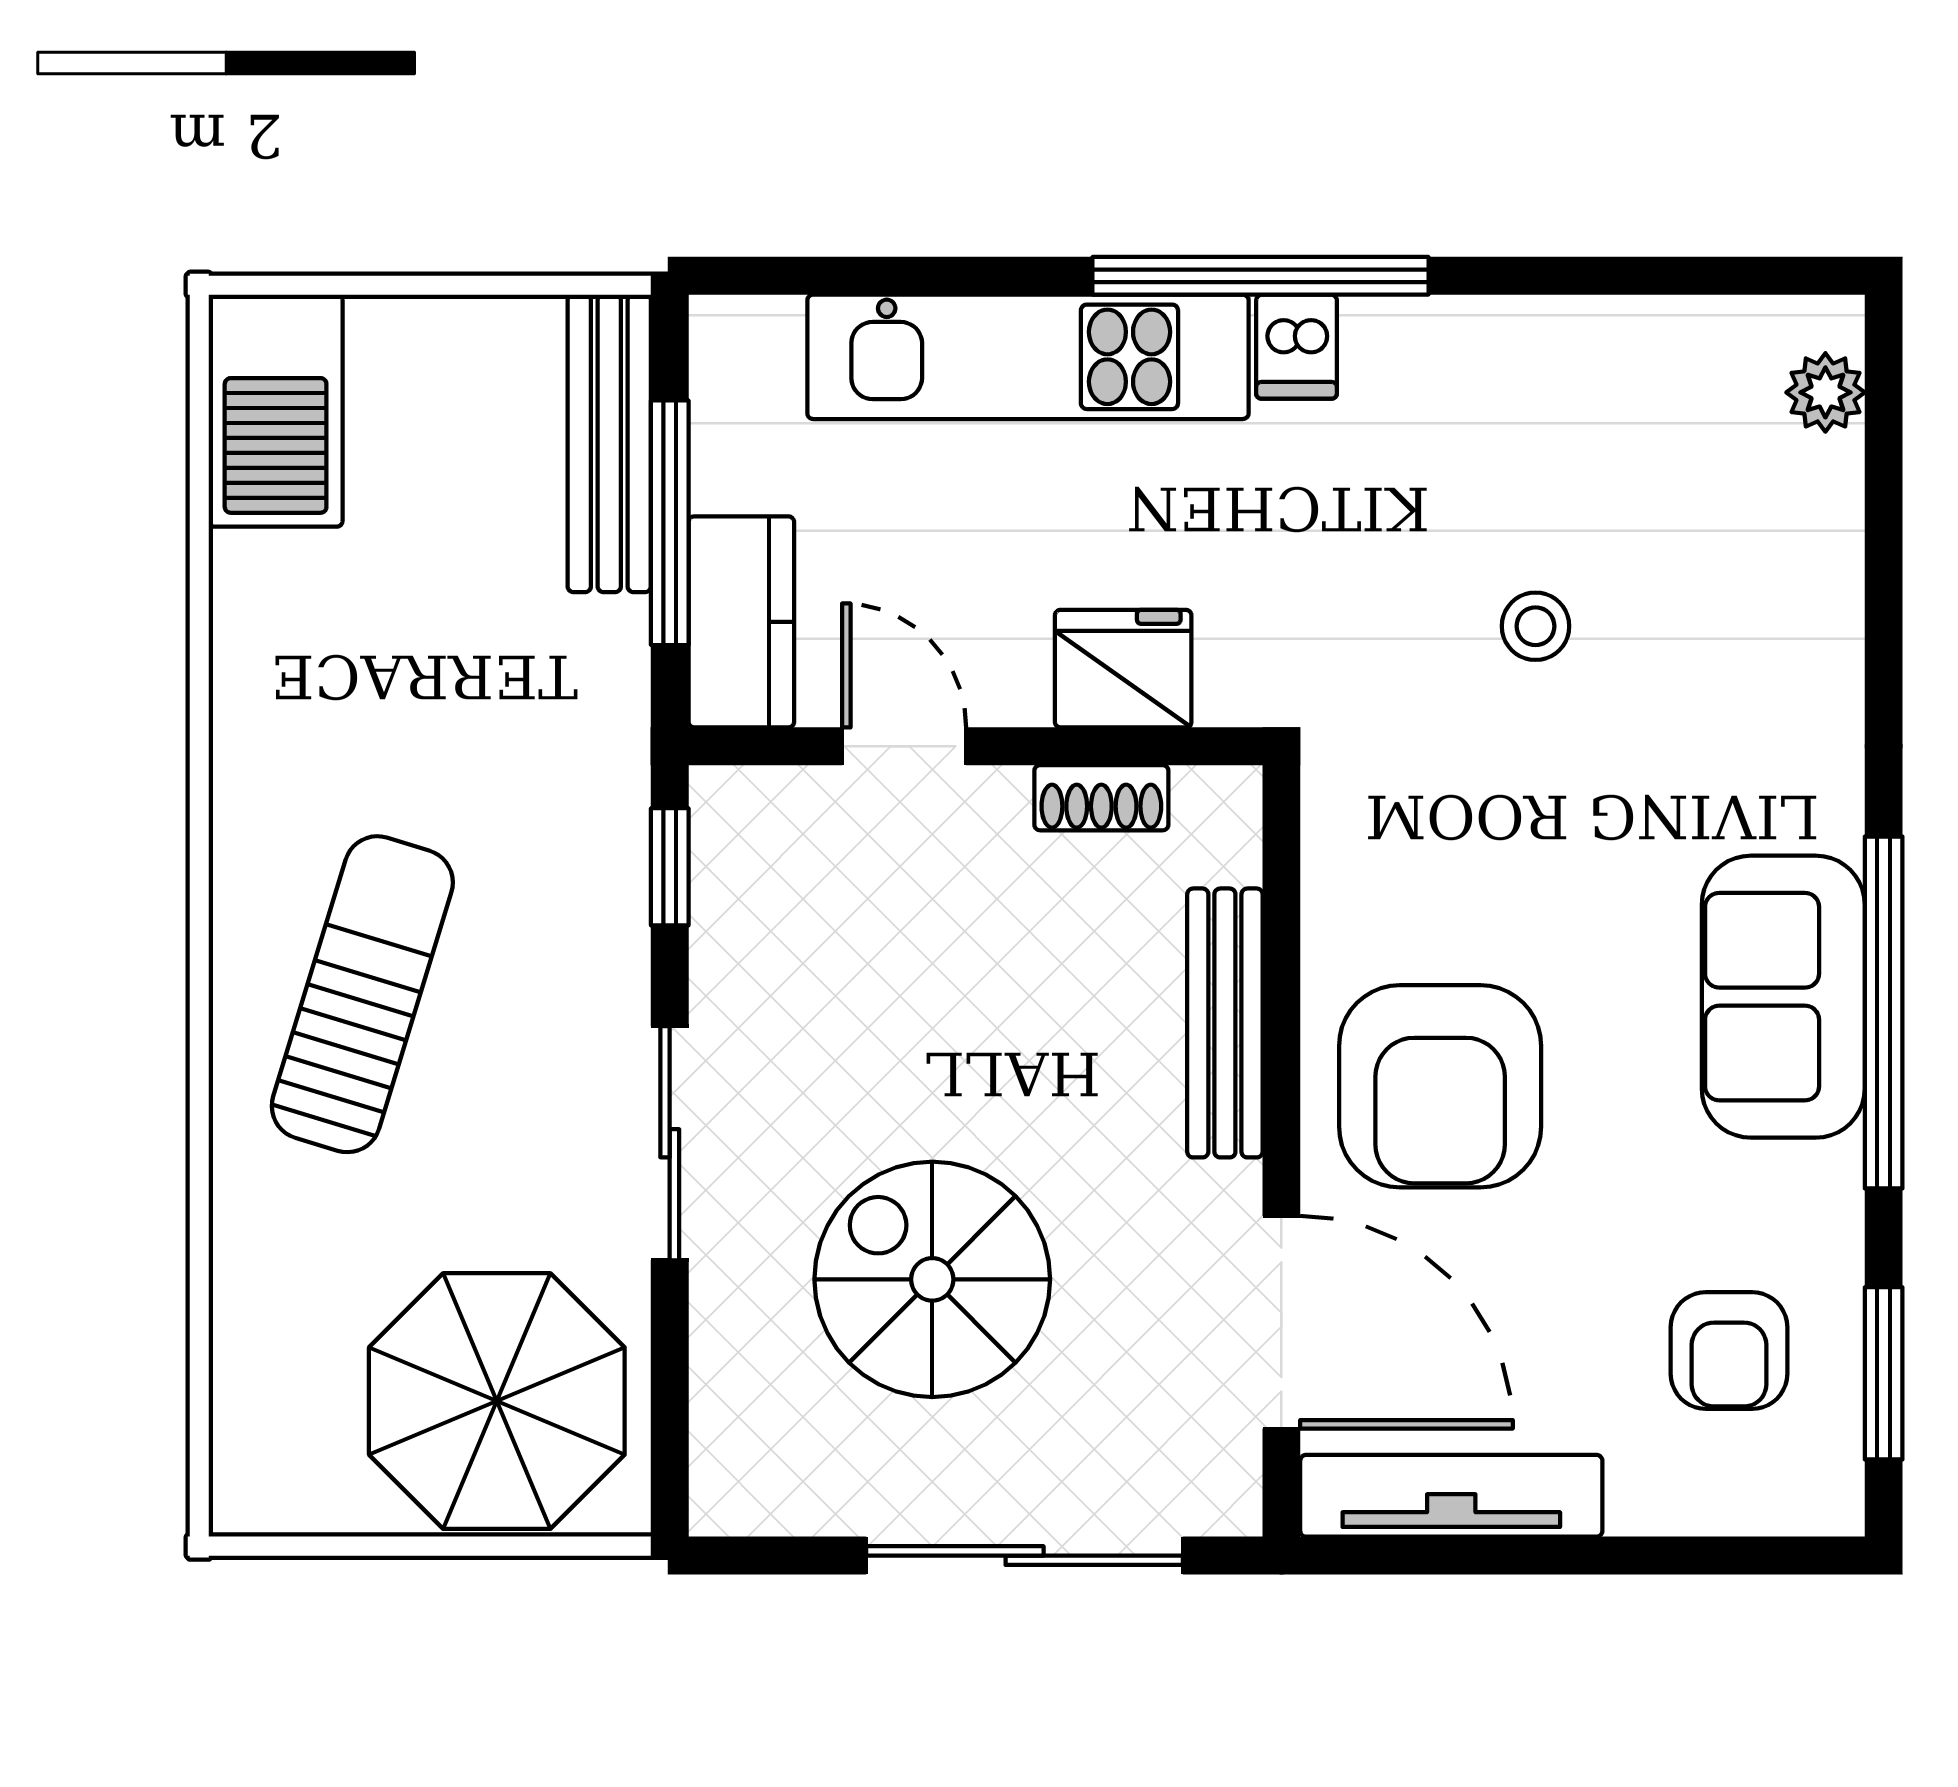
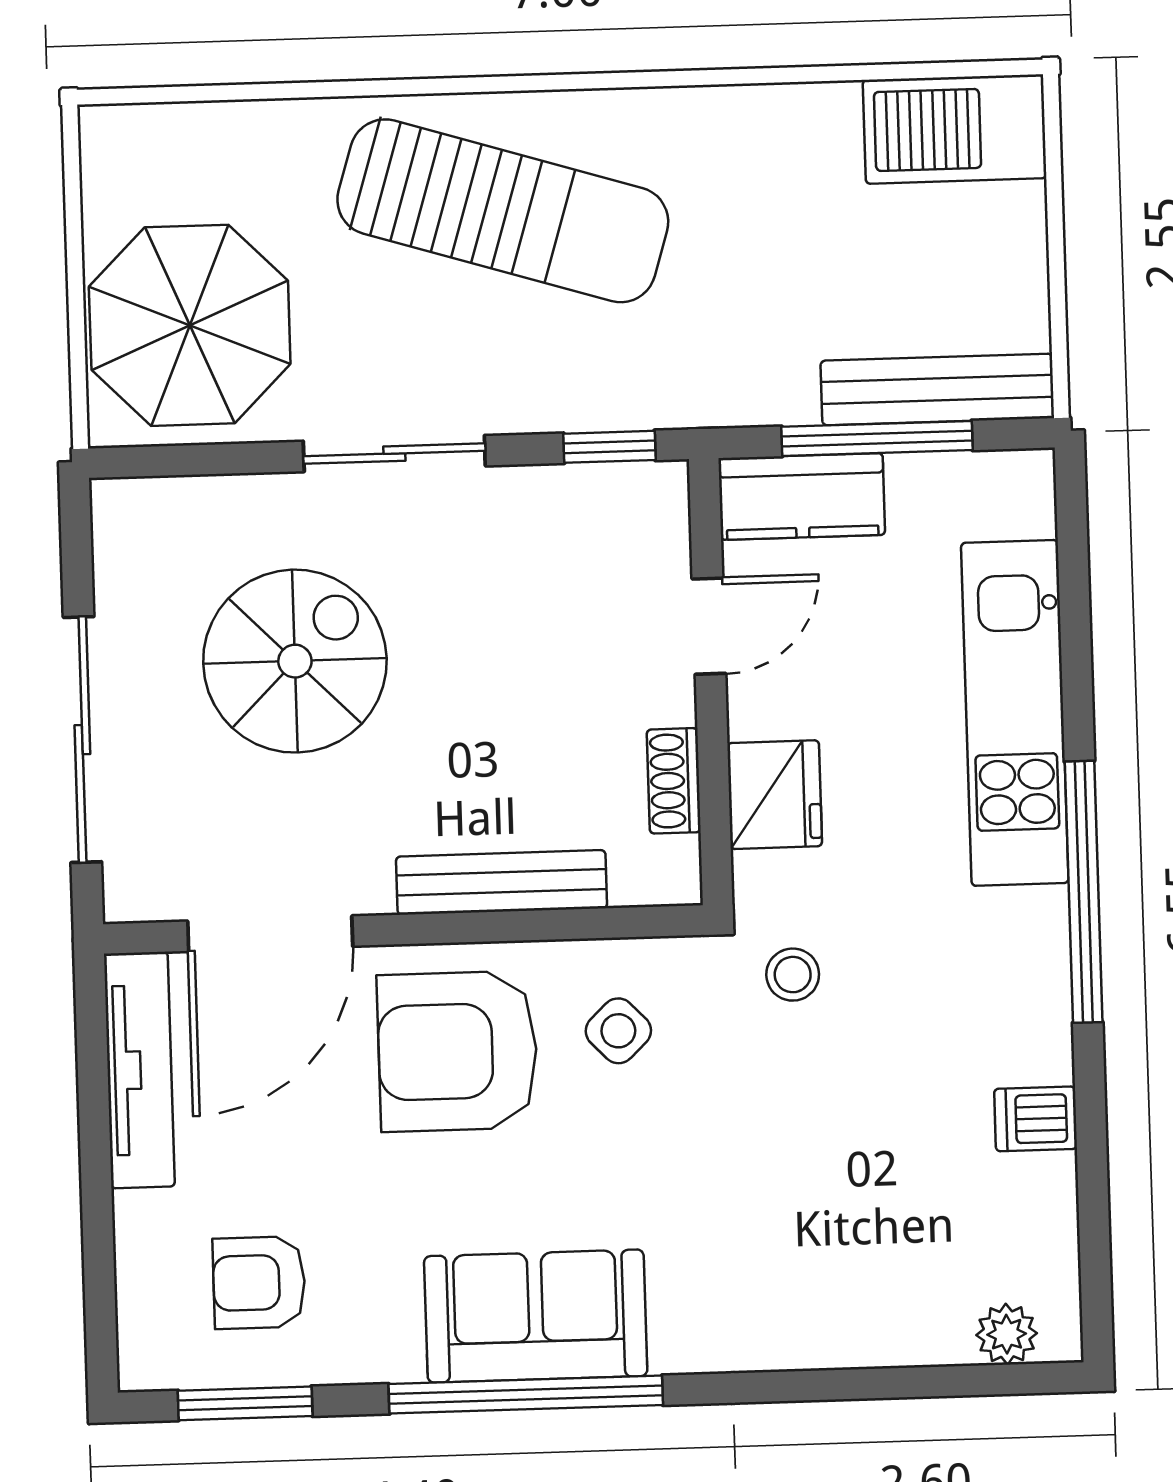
dishwasher: (1297, 347) -> (1036, 1119), moved
stool: (1536, 626) -> (793, 975), moved
side table: (1420, 879) -> (618, 1031), added
sun lounger: (362, 994) -> (503, 211), width x1.36, depth x1.34

